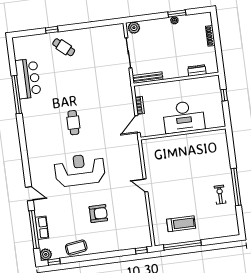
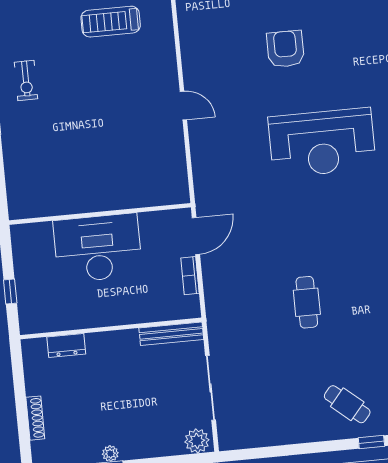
cafe table: (73, 123) -> (307, 302), moved
armchair: (98, 214) -> (285, 49), turned 90

